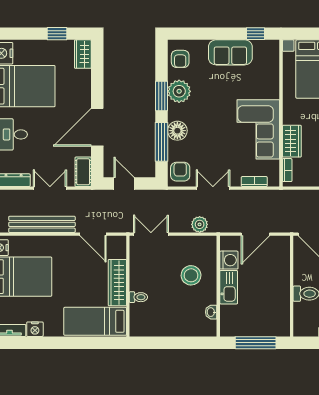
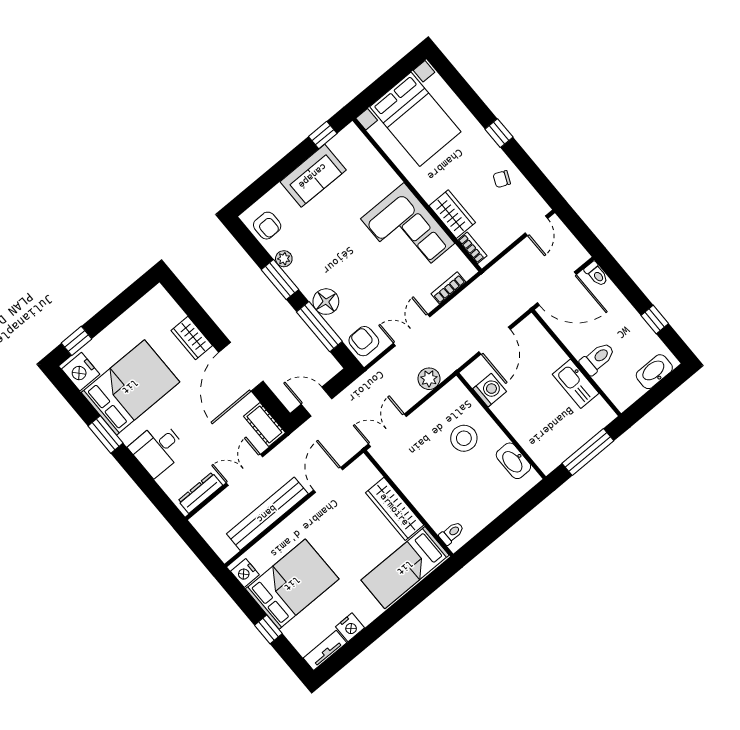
window: (57, 34) -> (77, 341), moved
wardrobe: (83, 54) -> (192, 338), moved
plant: (179, 91) -> (284, 259), width x0.53, depth x0.53
door: (93, 234) -> (328, 480), swing flipped
kitchen sink: (229, 287) -> (576, 384), moved, turned 180
toilet: (138, 297) -> (452, 533), moved
washbasin: (211, 312) -> (513, 461), width x1.91, depth x1.45

